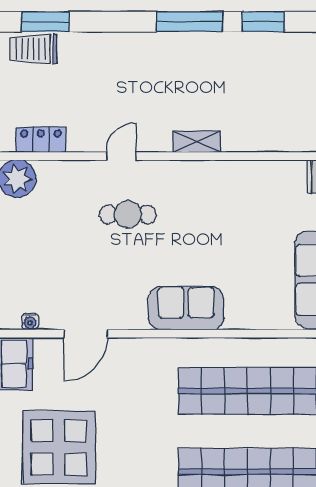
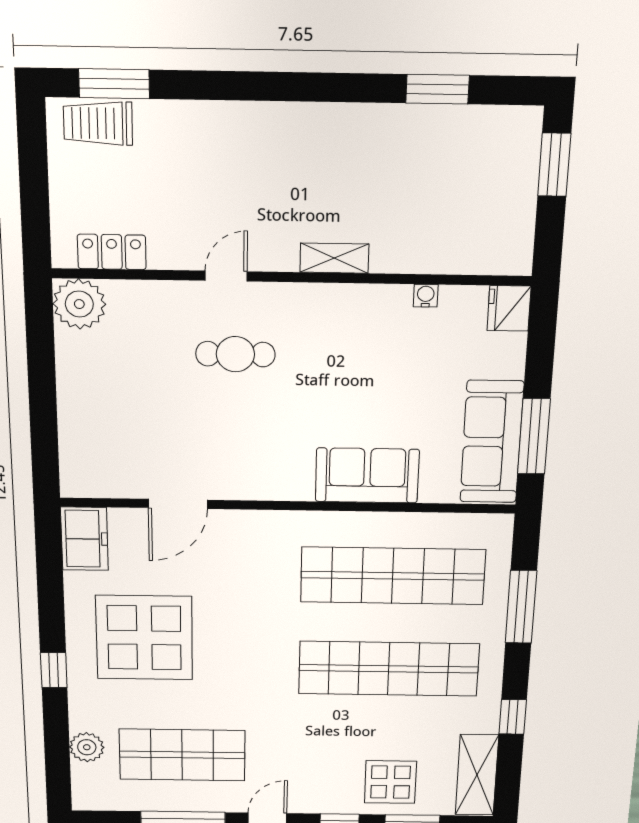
window: (189, 22) -> (328, 87), removed
sofa: (186, 308) -> (367, 475), moved
water cooler: (30, 322) -> (426, 296), moved, turned 180

